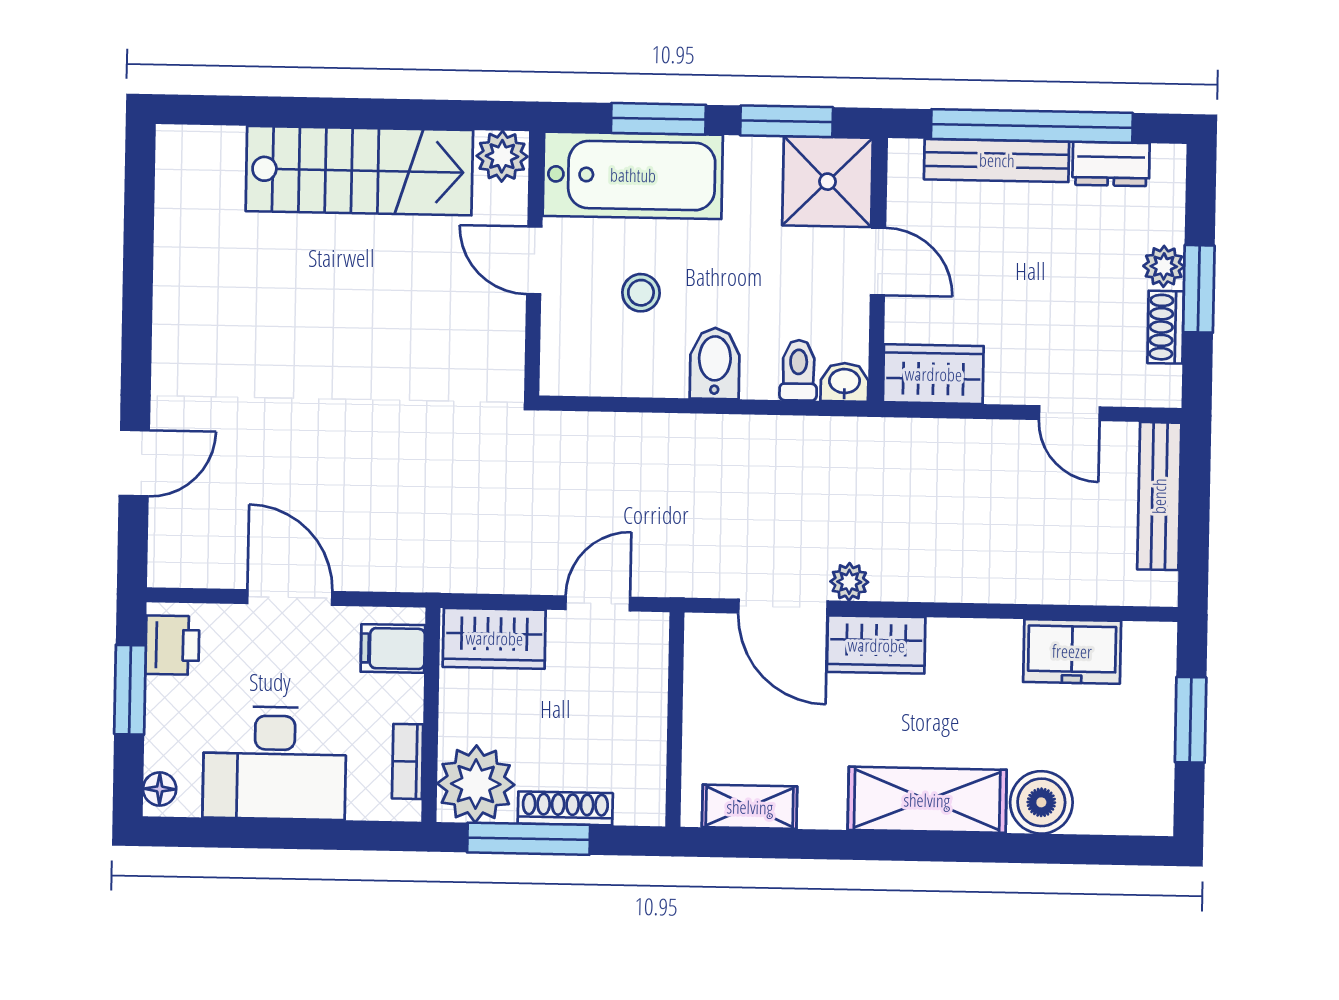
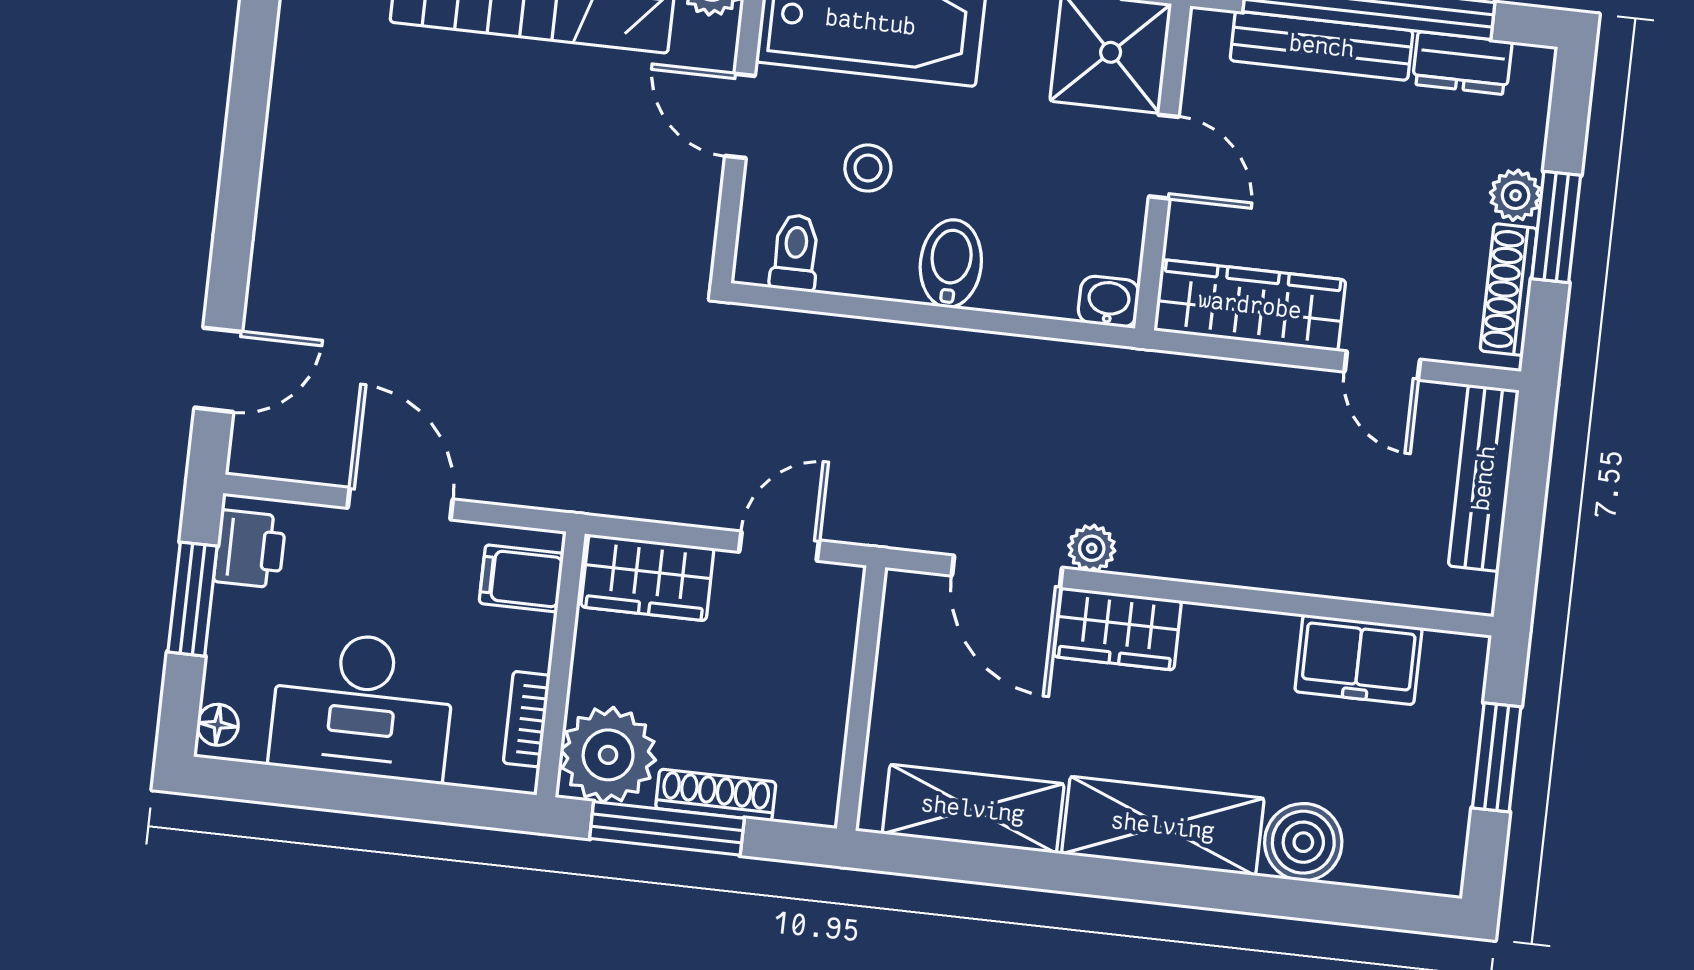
shoe rack: (1166, 327) -> (1509, 290), width x1.43
toilet: (798, 370) -> (795, 253), moved
wardrobe: (933, 374) -> (1250, 305), width x1.50
door: (134, 463) -> (218, 370), moved
shelving: (750, 807) -> (973, 809), width x1.50, depth x1.33

